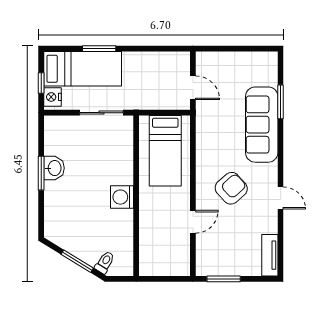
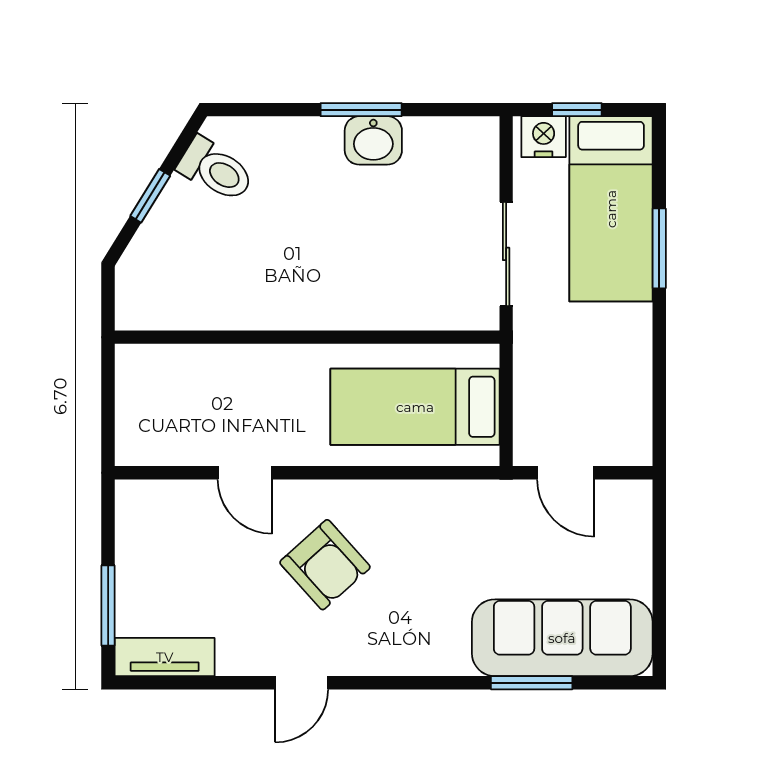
door: (193, 88) -> (566, 473), hinge flipped
sofa: (262, 125) -> (562, 638), moved
washing machine: (122, 197) -> (304, 303), removed
window: (77, 261) -> (150, 196), width x0.67
toilet: (105, 262) -> (216, 170), moved, width x1.37, depth x1.39
window: (224, 279) -> (108, 606), moved

